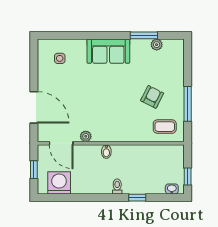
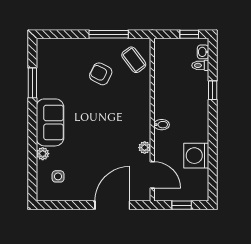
plant: (157, 45) -> (43, 154), moved
coffee table: (165, 127) -> (134, 60), turned -37
door: (61, 143) -> (152, 175), hinge flipped
washing machine: (59, 183) -> (196, 156), moved
toilet: (117, 186) -> (200, 65), moved

